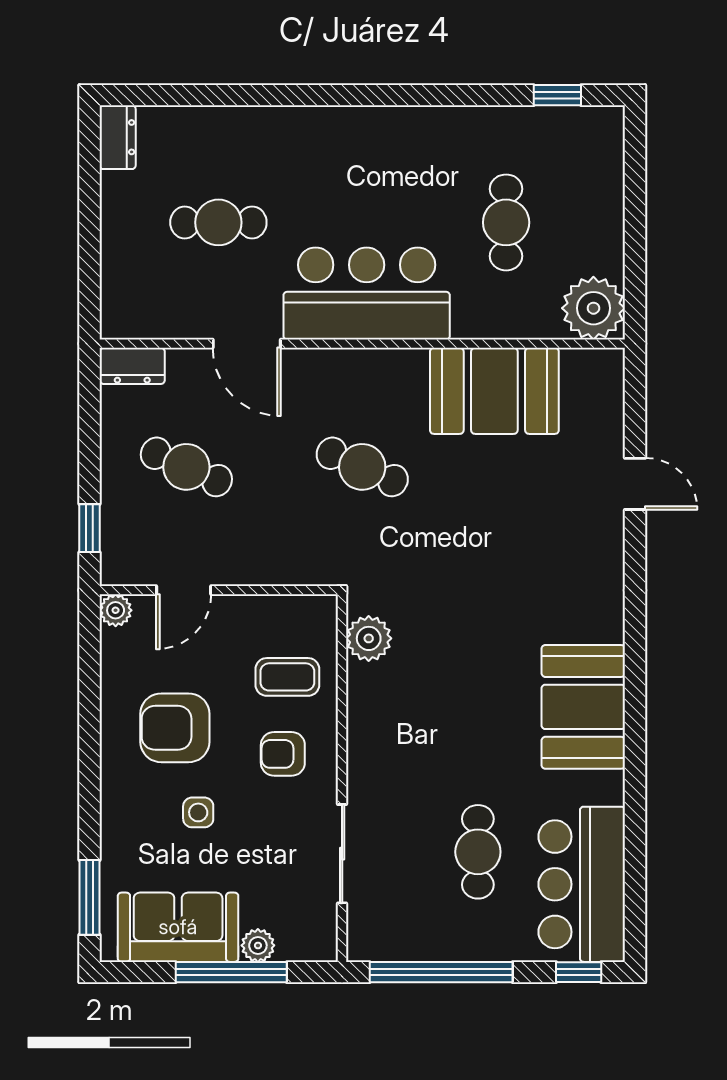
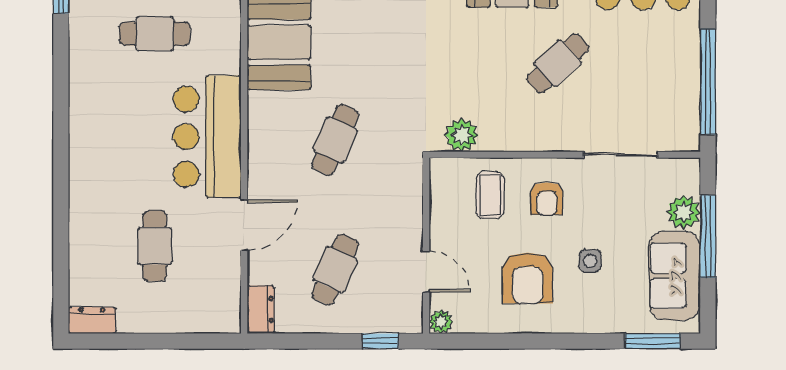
cafe table: (478, 852) -> (558, 63), moved, turned -43
plant: (258, 945) -> (684, 212), width x1.38, depth x1.38

